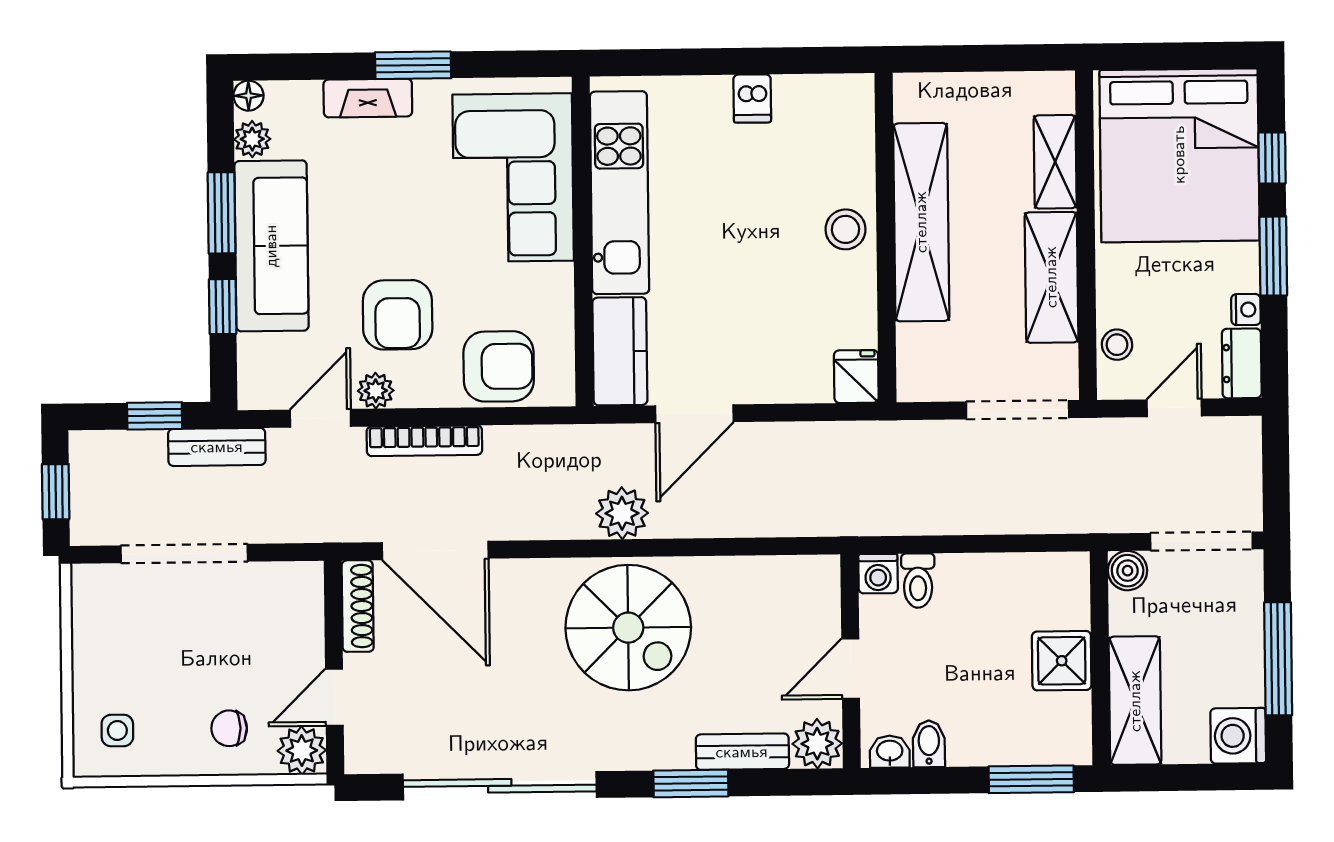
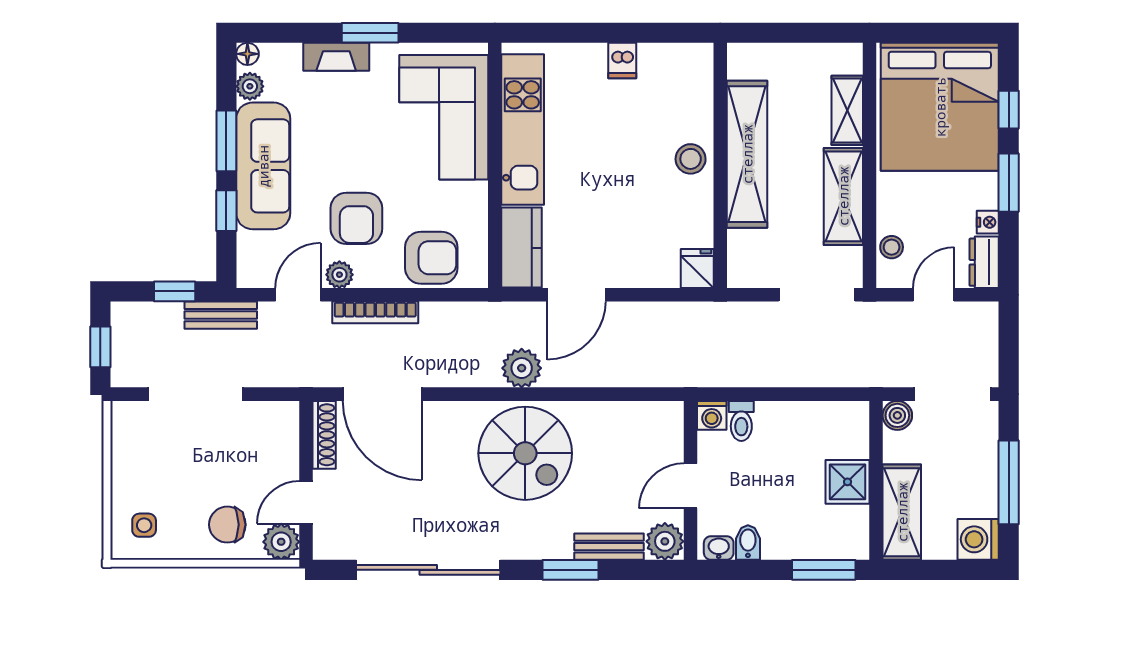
chair: (229, 728) -> (227, 525), width x1.37, depth x1.37

